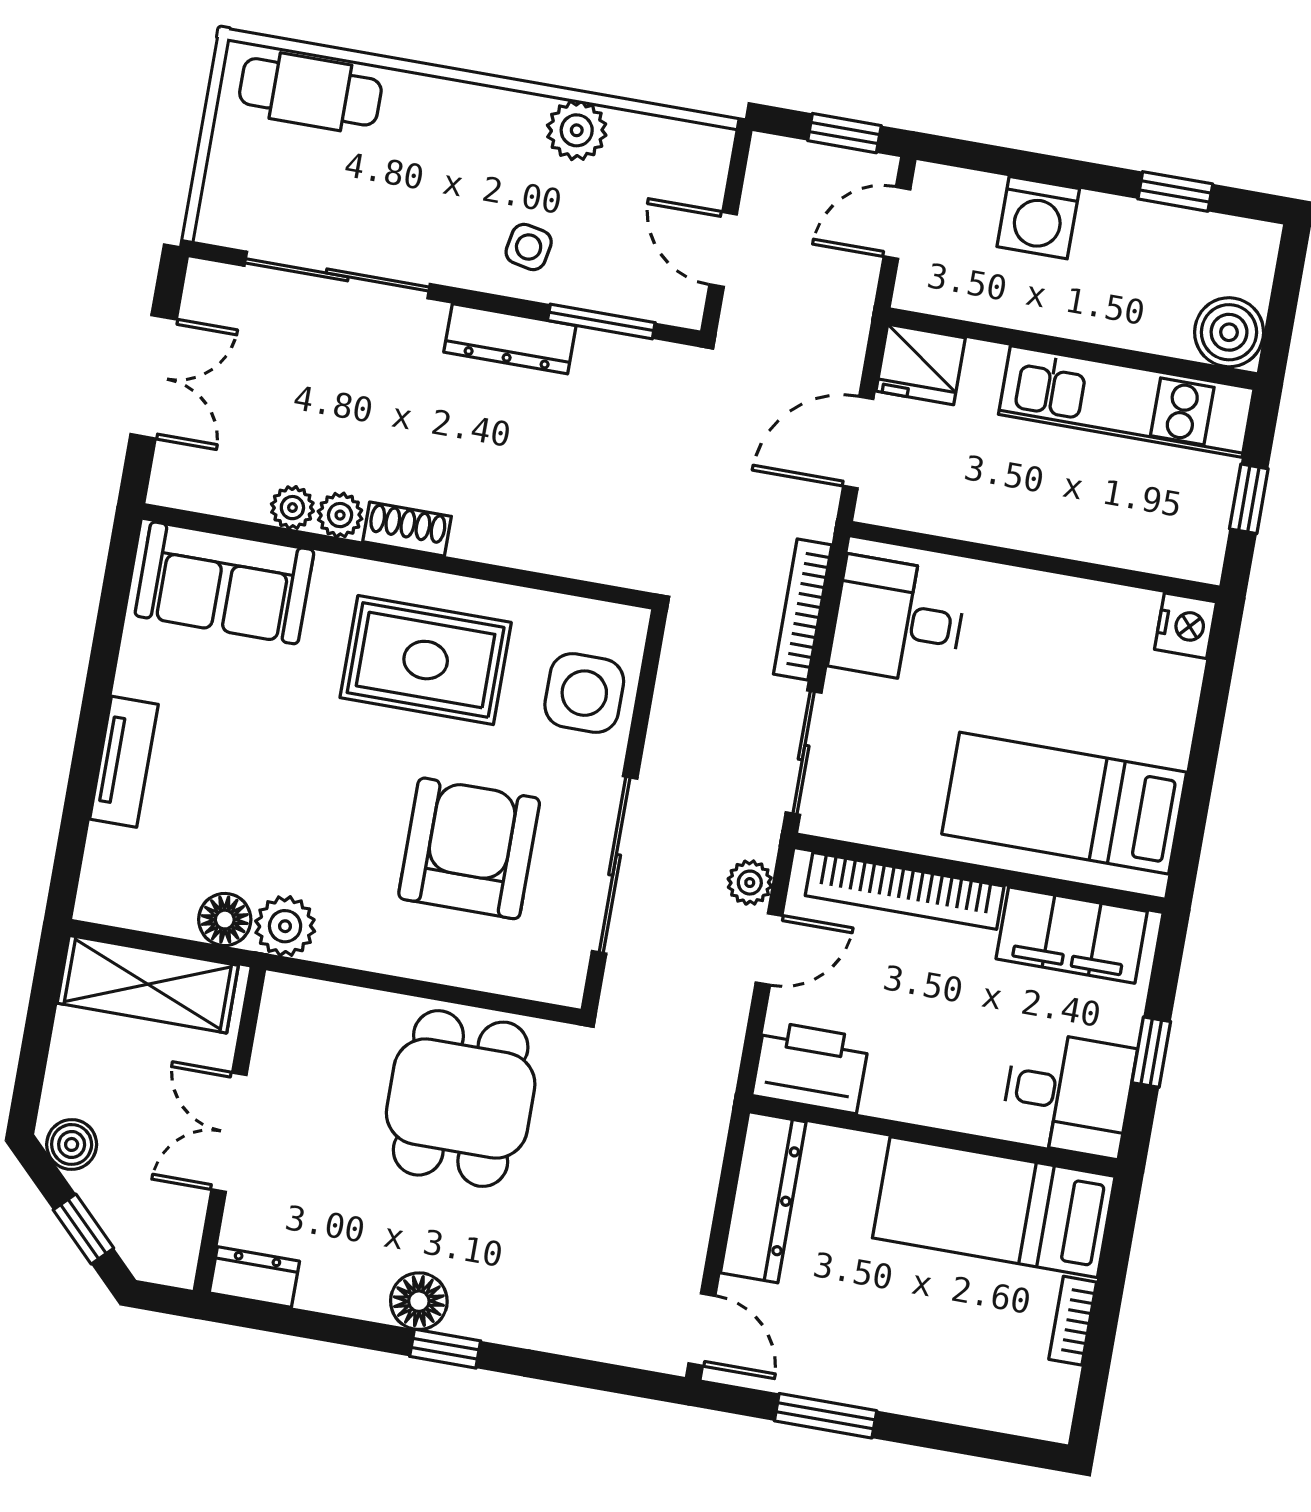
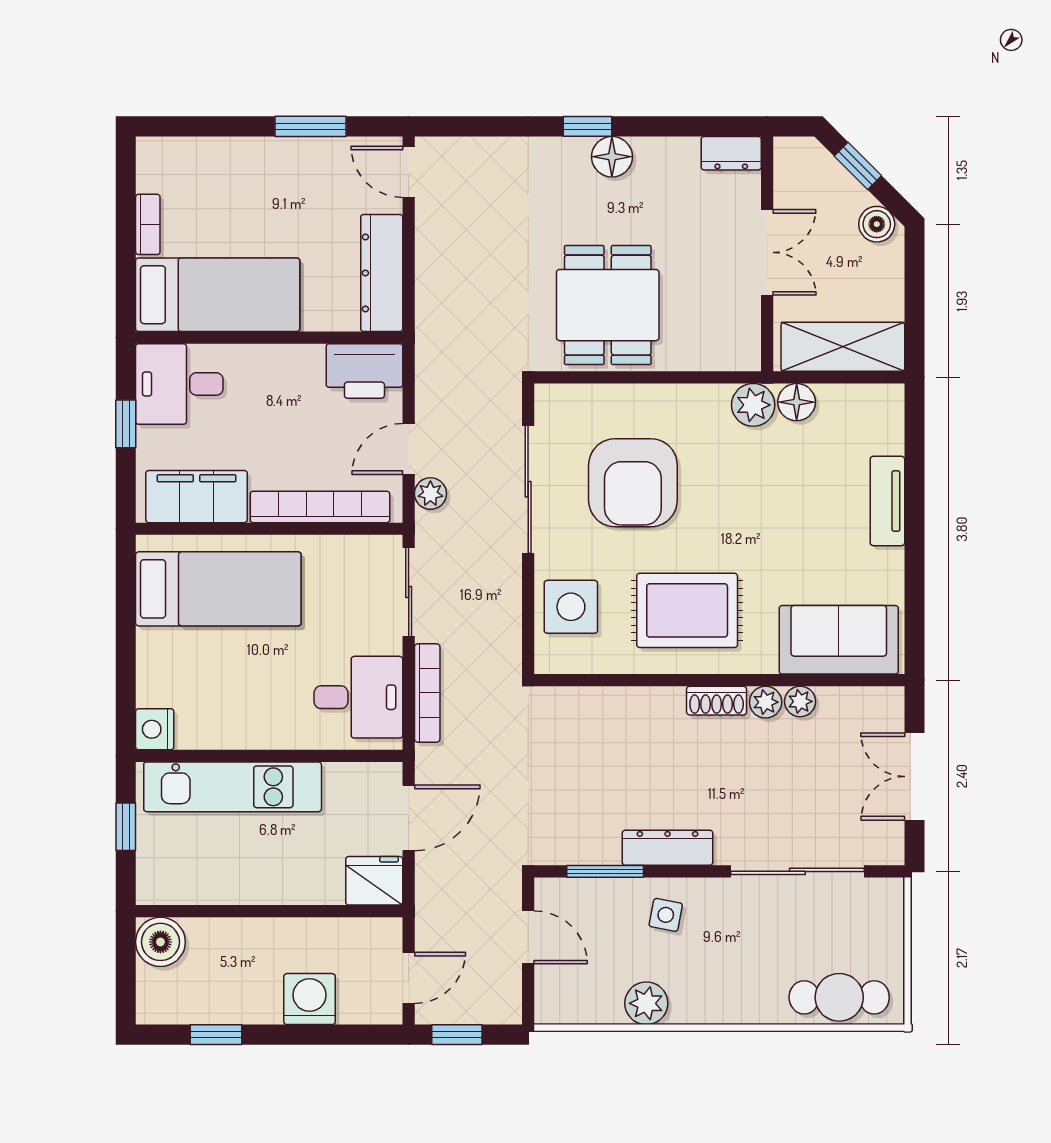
kitchen unit: (1126, 402) -> (233, 787), moved, turned 180

